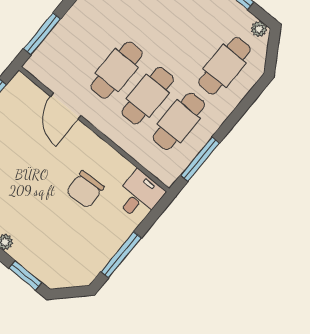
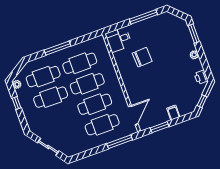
cafe table: (193, 40) -> (51, 97), added
cafe table: (86, 45) -> (102, 125), added
door: (66, 106) -> (133, 115), moved
window: (200, 159) -> (58, 48), moved

